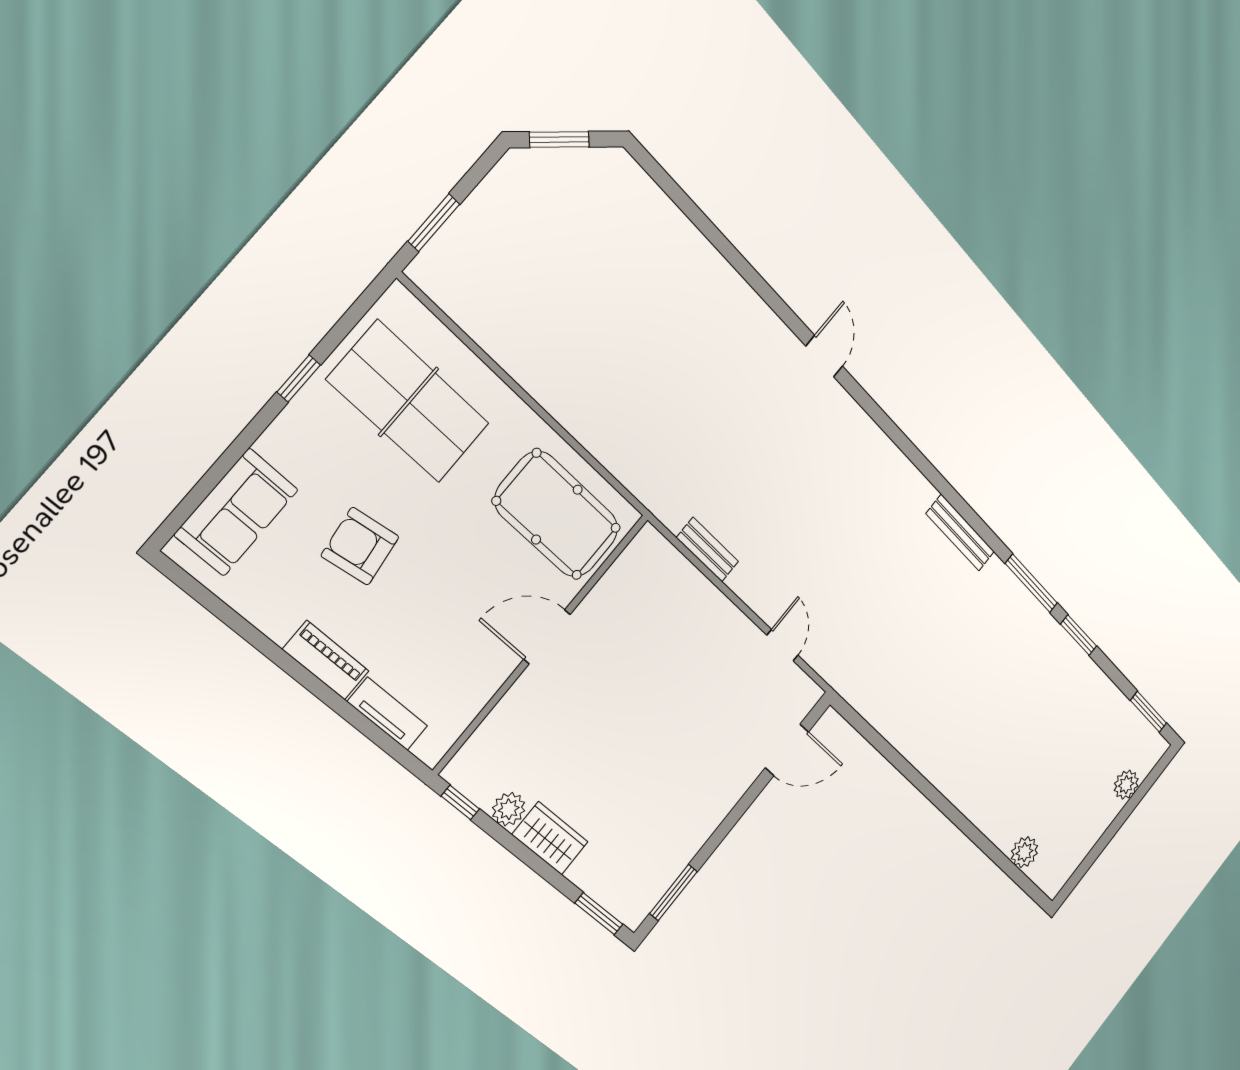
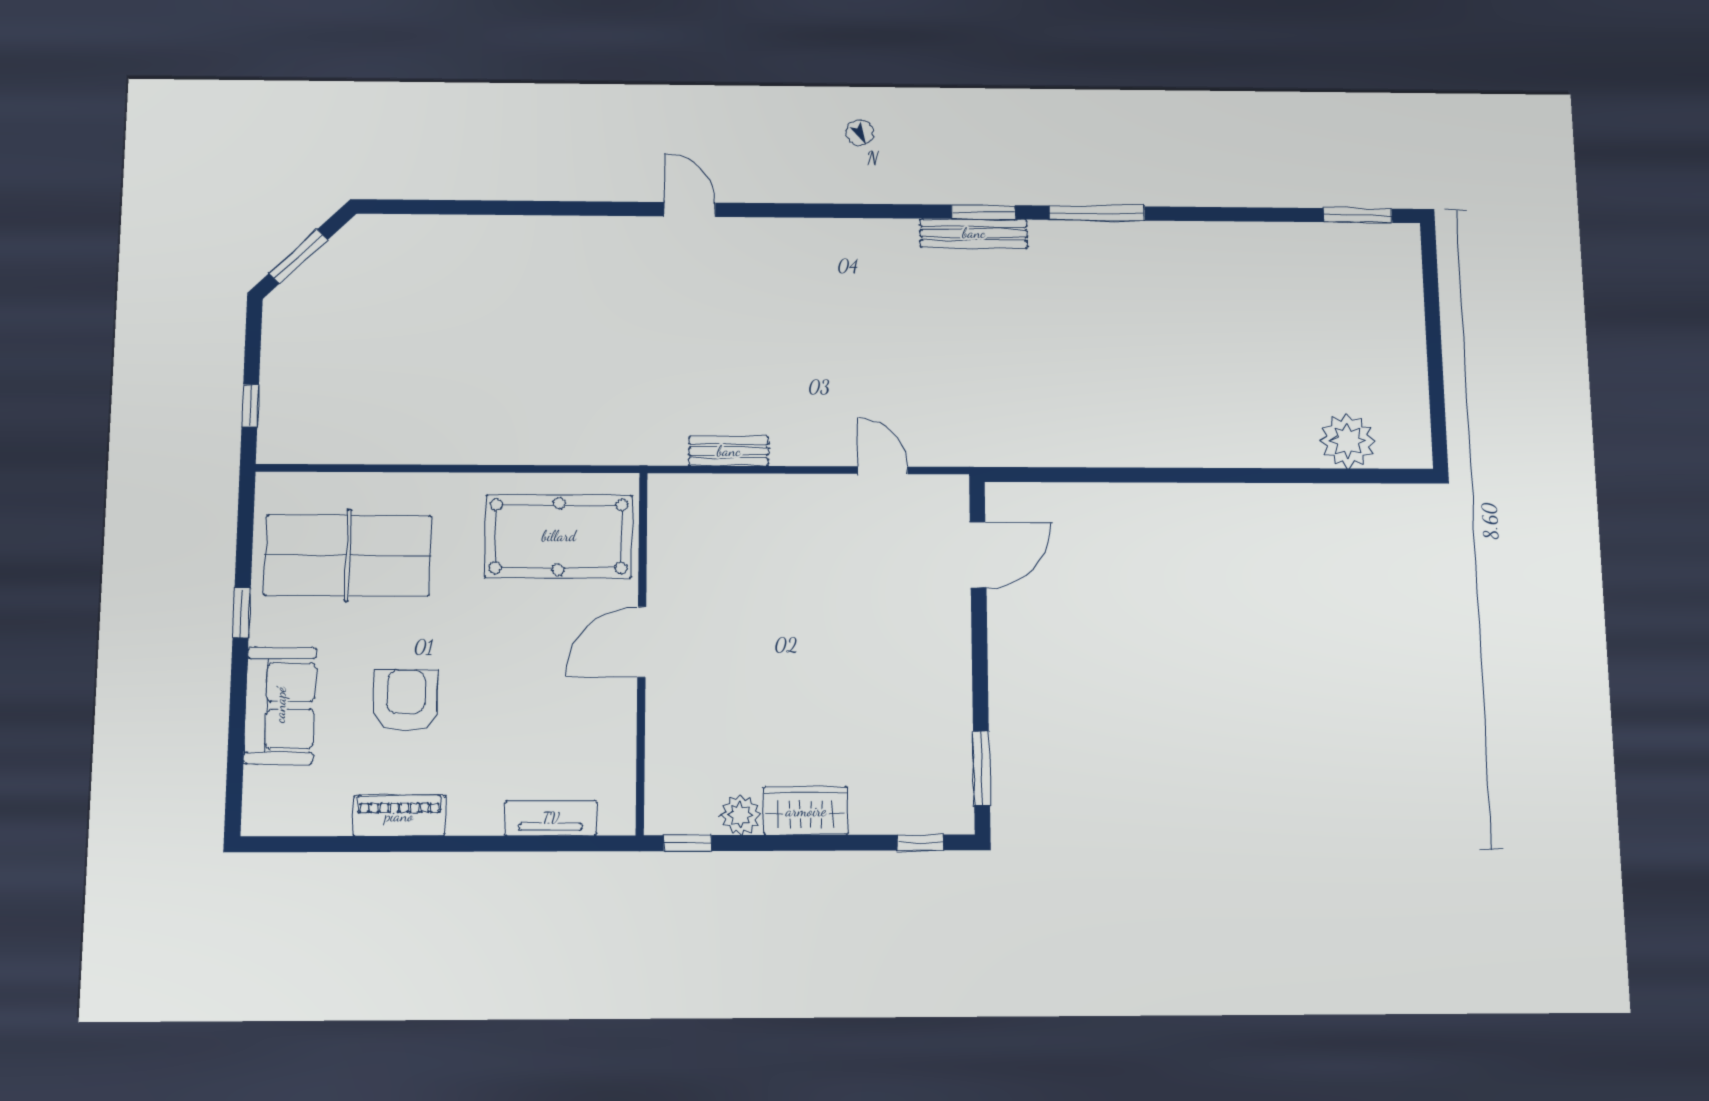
window: (434, 223) -> (250, 406), width x0.67
sofa: (236, 512) -> (280, 705), moved
armchair: (360, 546) -> (406, 700), turned 98
window: (1079, 635) -> (983, 212), moved
piano: (326, 660) -> (399, 816), moved
plant: (1126, 785) -> (1405, 298), removed
plant: (1024, 852) -> (1348, 441), width x1.36, depth x1.36
window: (599, 914) -> (920, 842), width x0.67

